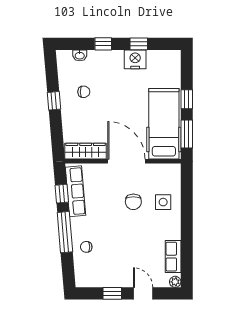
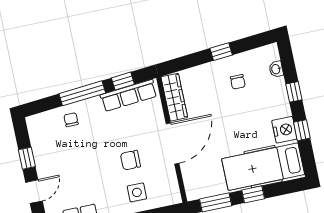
hospital bed: (164, 124) -> (263, 167), moved, turned 180

